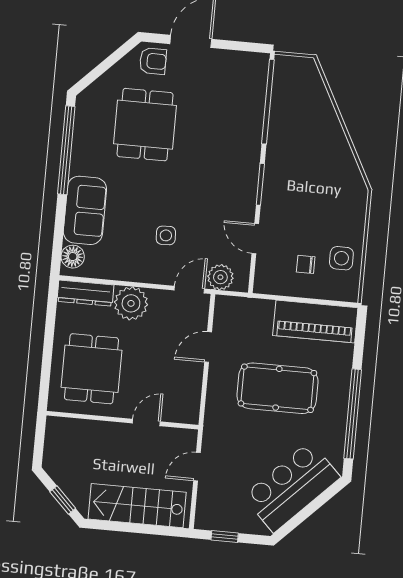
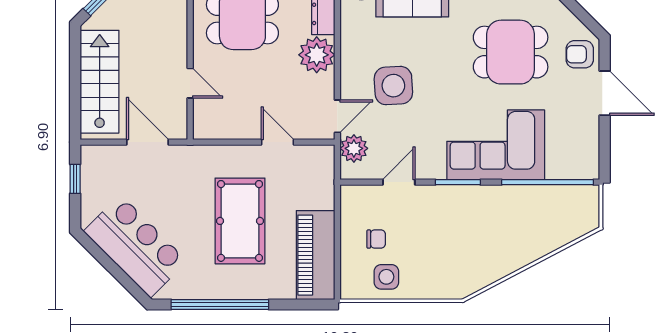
armchair: (153, 61) -> (580, 54), turned 90
corner sofa: (229, 146) -> (496, 145), added
side table: (166, 235) -> (393, 86), width x1.87, depth x1.87
chair: (306, 264) -> (376, 239), turned 90
door: (189, 290) -> (337, 116), hinge flipped
door: (197, 467) -> (148, 142), width x1.38

